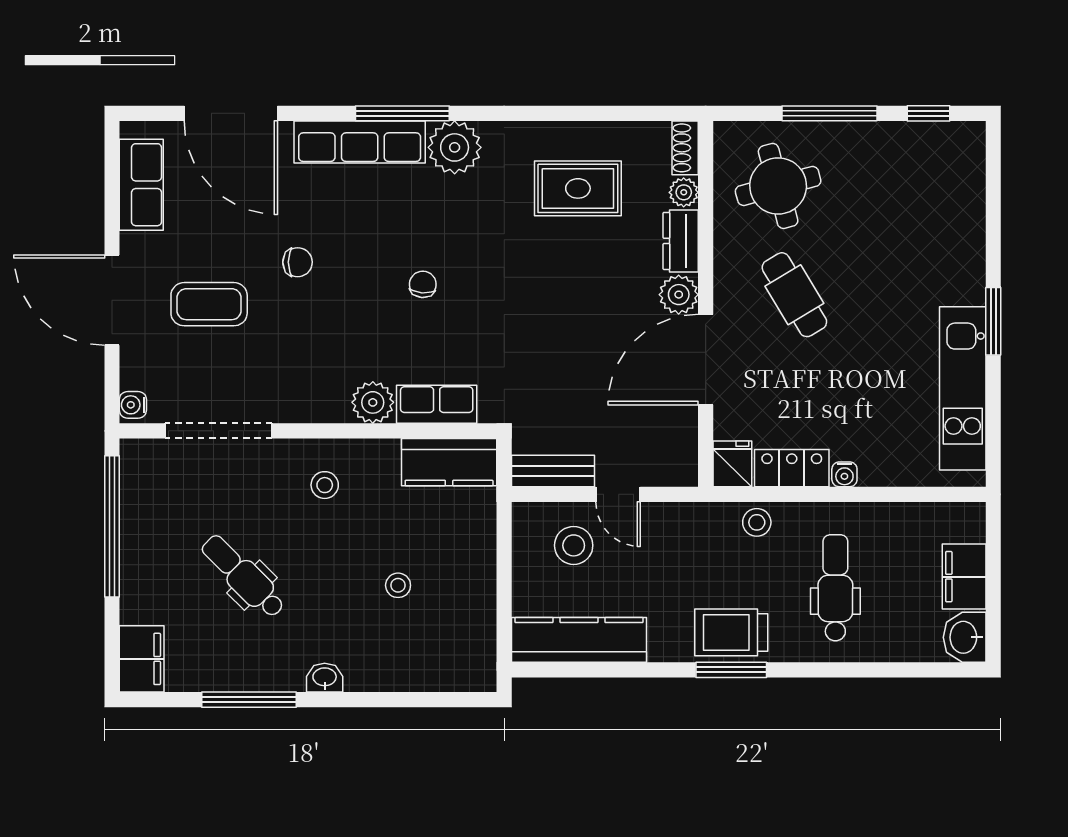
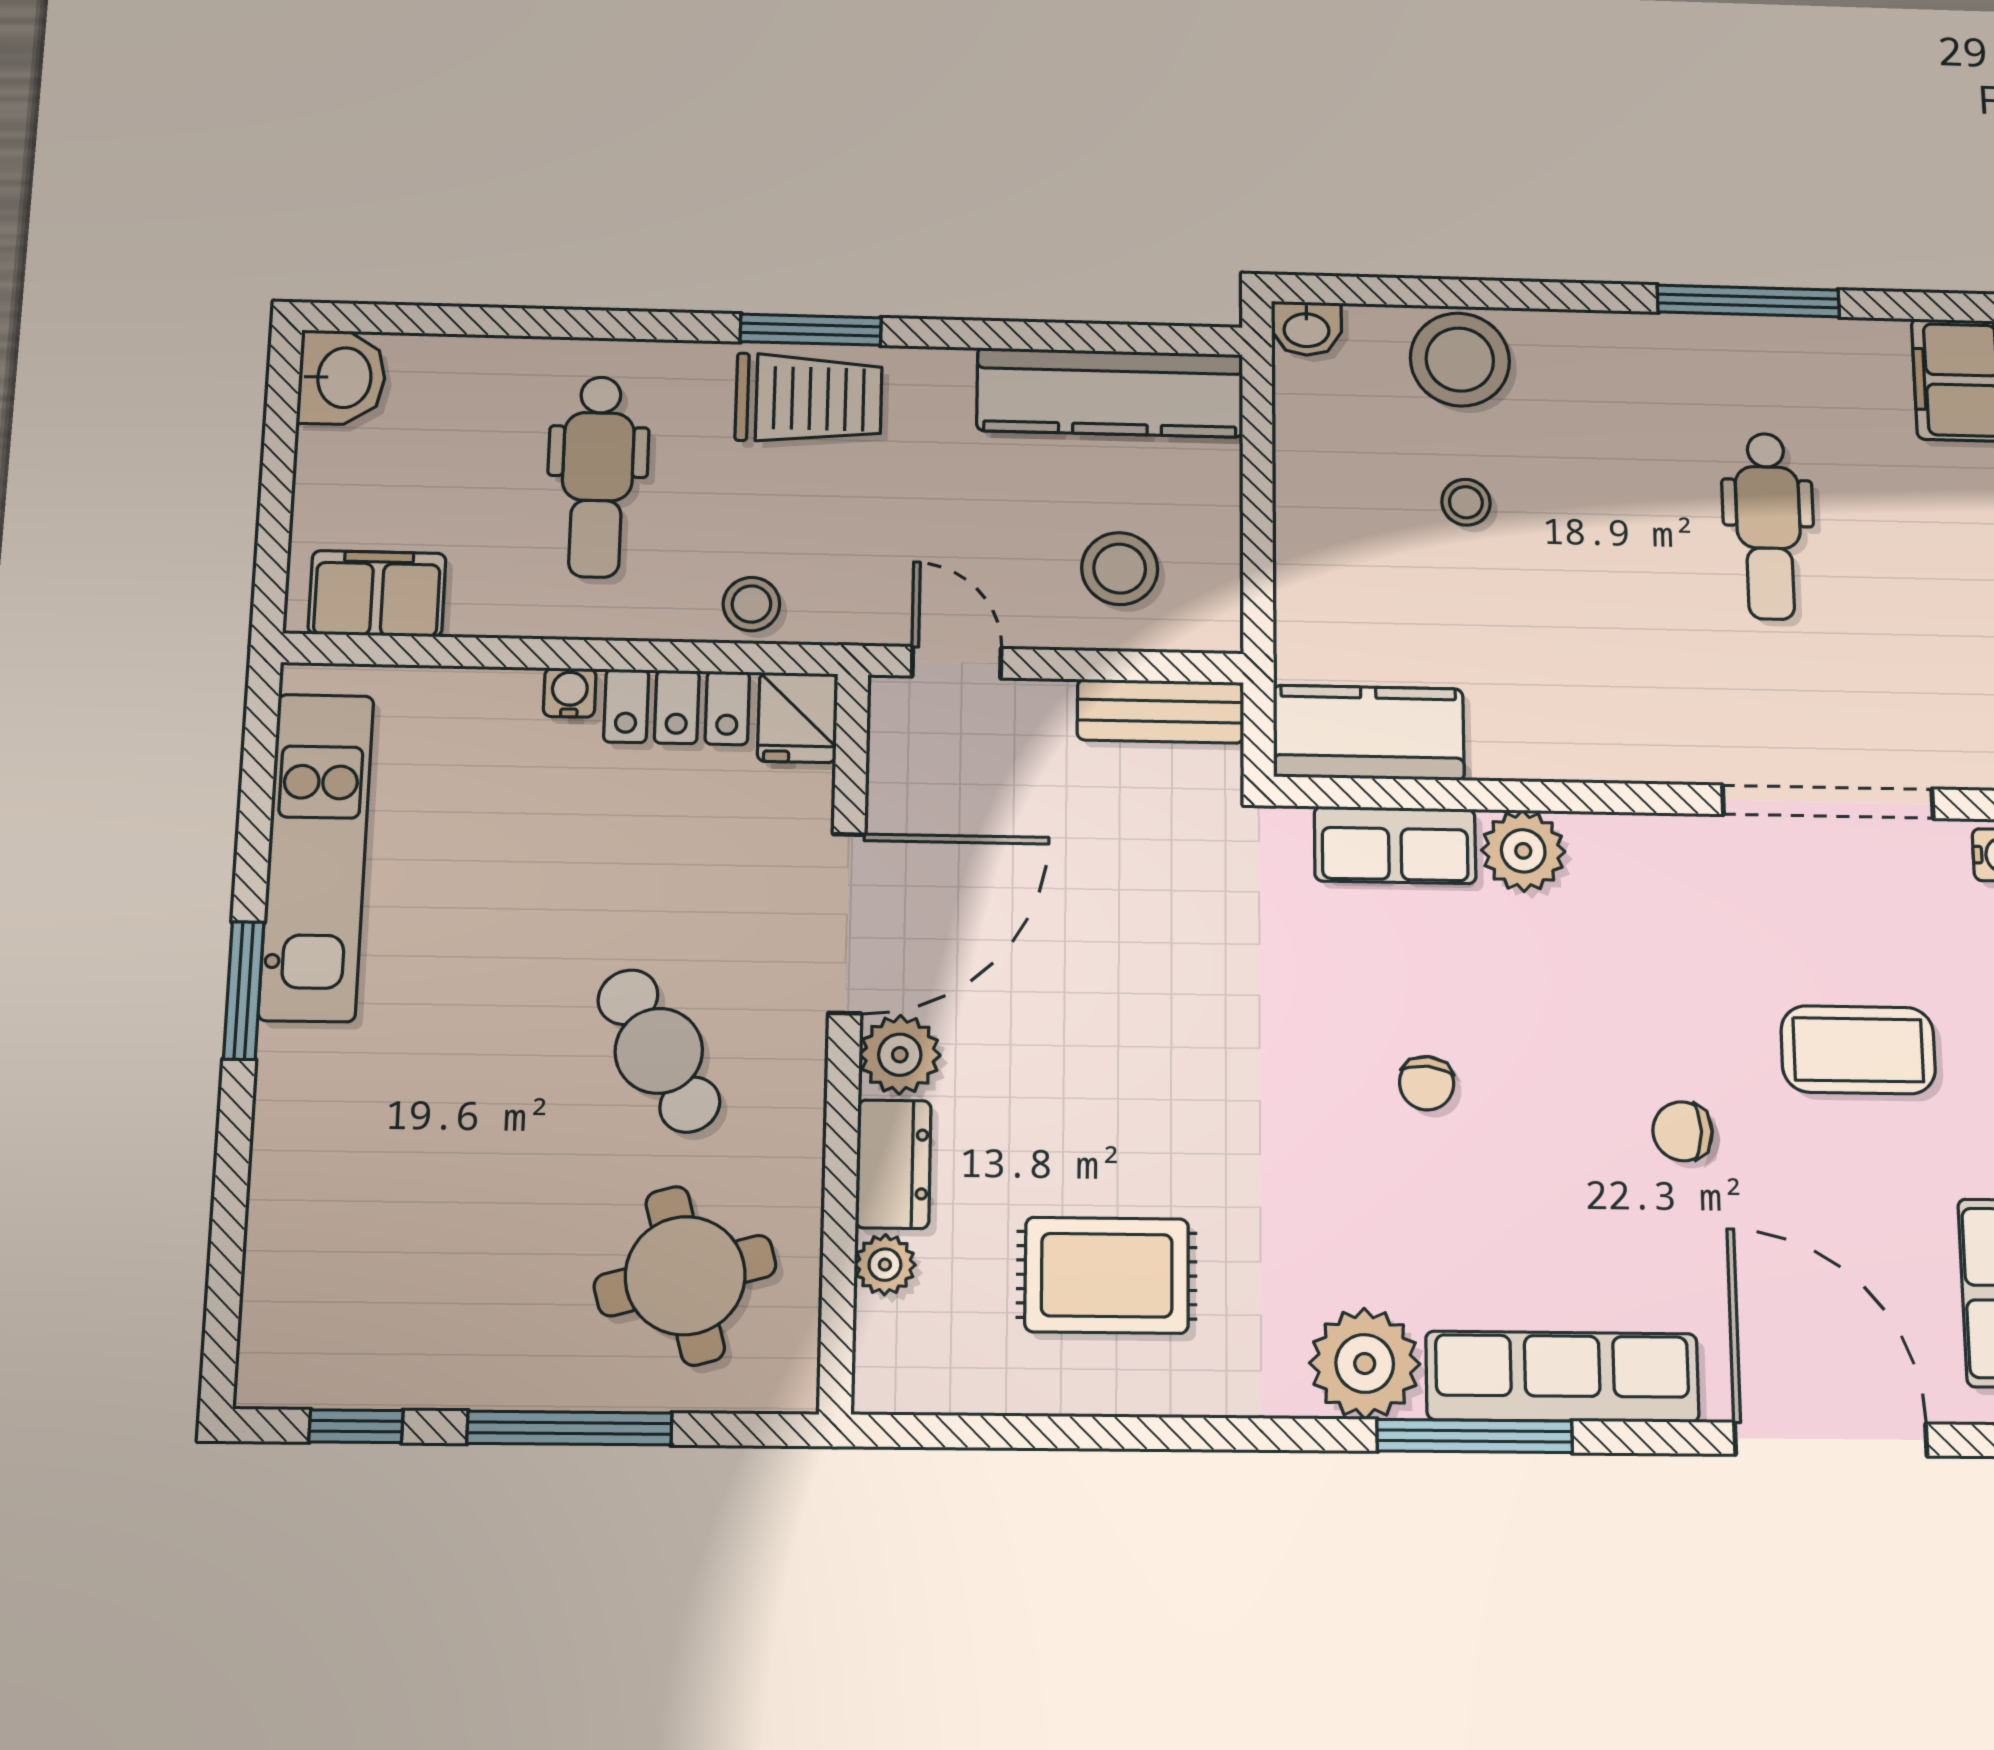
shoe rack: (685, 148) -> (880, 1358), removed
stool: (325, 485) -> (1460, 360), moved, width x1.89, depth x1.89
door: (618, 494) -> (957, 662), moved
dental chair: (243, 576) -> (1768, 526), turned 45
filing cabinet: (964, 577) -> (377, 594), moved, turned -90
washbasin: (325, 678) -> (1306, 329), moved

